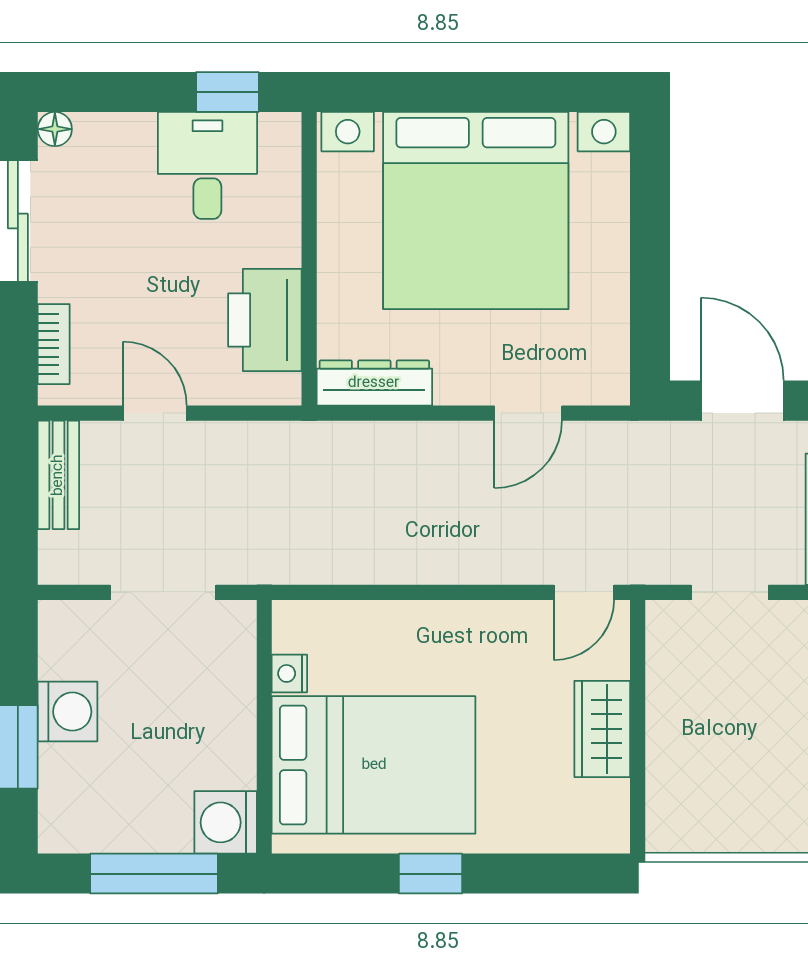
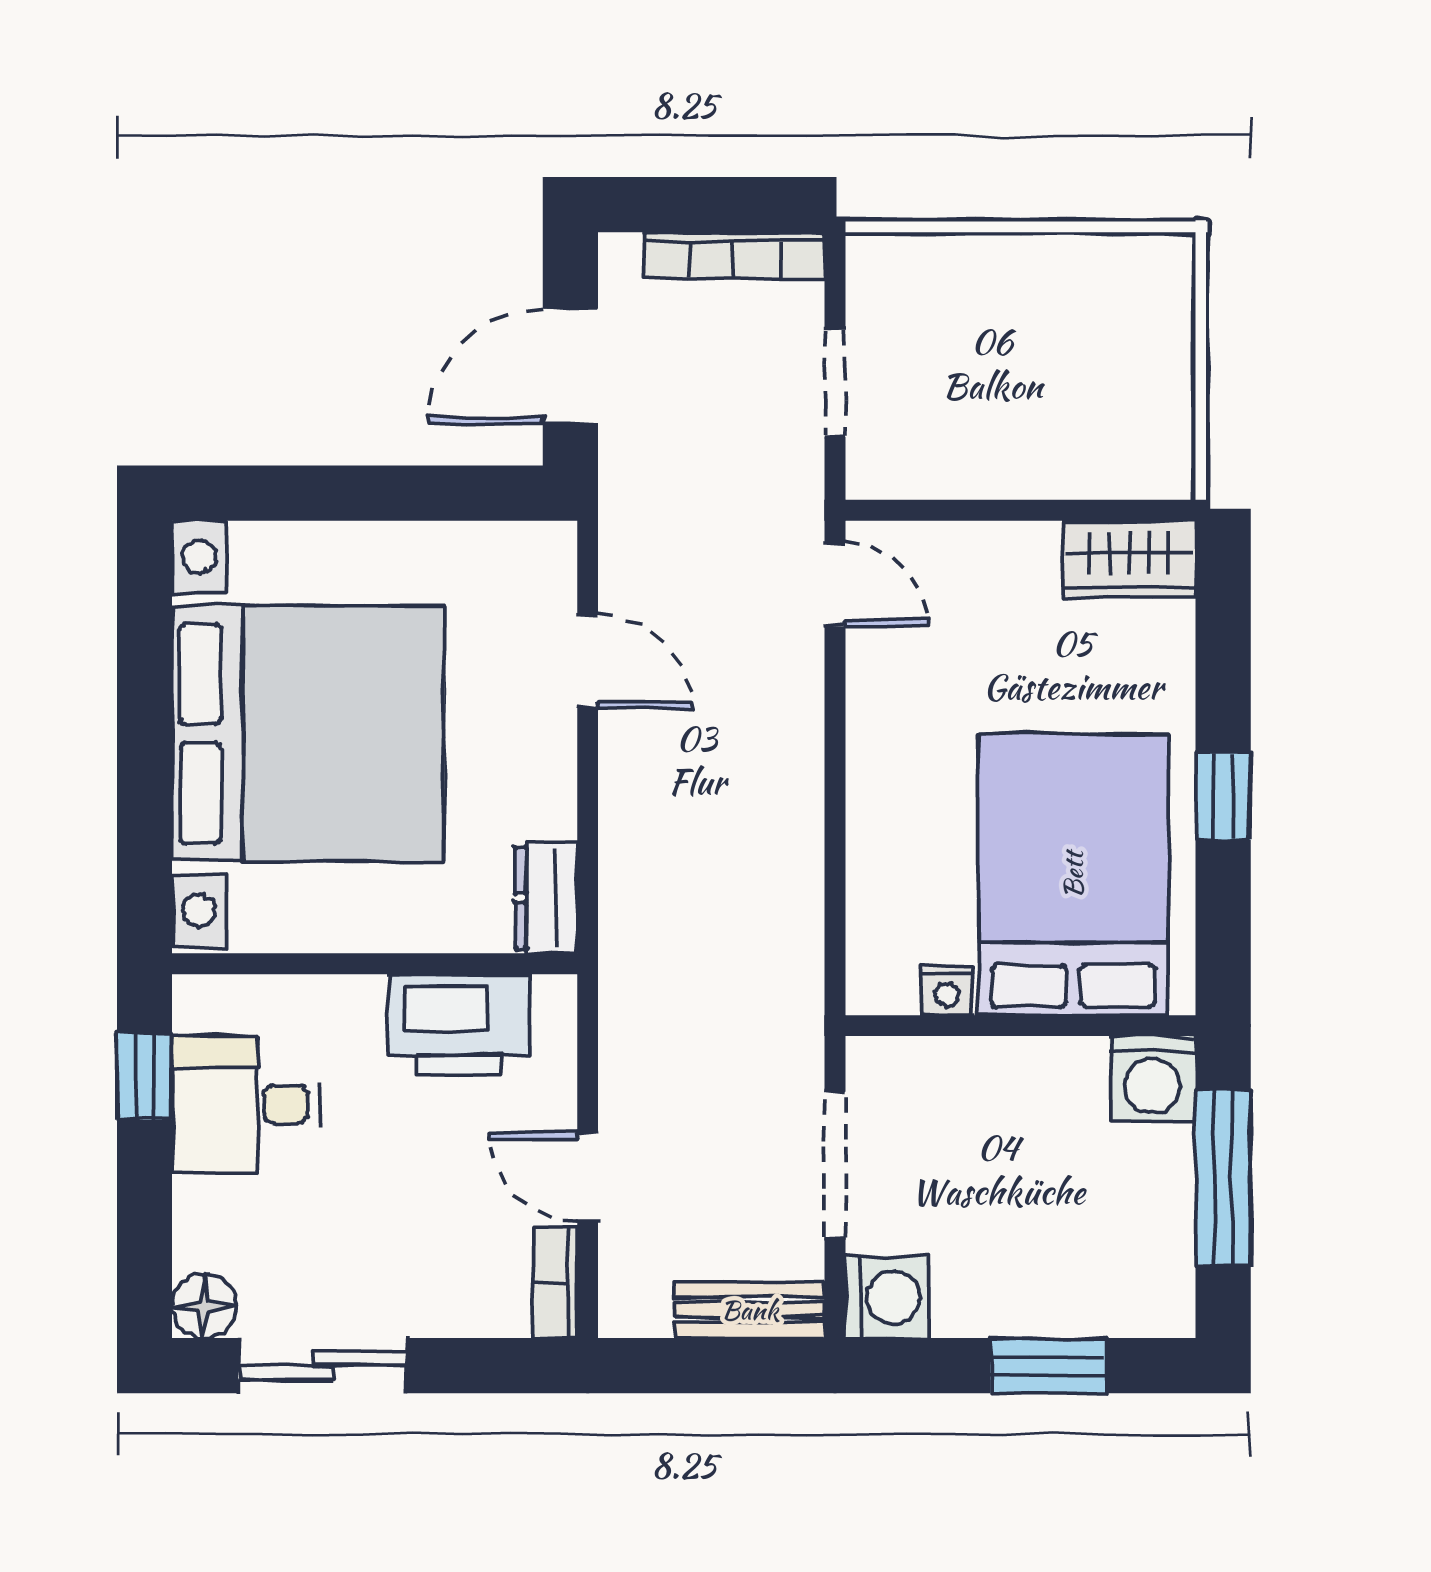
floor lamp: (55, 129) -> (204, 1306), width x1.37, depth x1.37
bookcase: (54, 344) -> (555, 1283), moved, turned -90
dresser: (374, 383) -> (546, 898), width x0.70
door: (155, 413) -> (588, 1177), hinge flipped
bench: (58, 475) -> (750, 1310), moved
washing machine: (68, 712) -> (886, 1297), moved, turned 90
wardrobe: (602, 729) -> (1129, 559), moved

